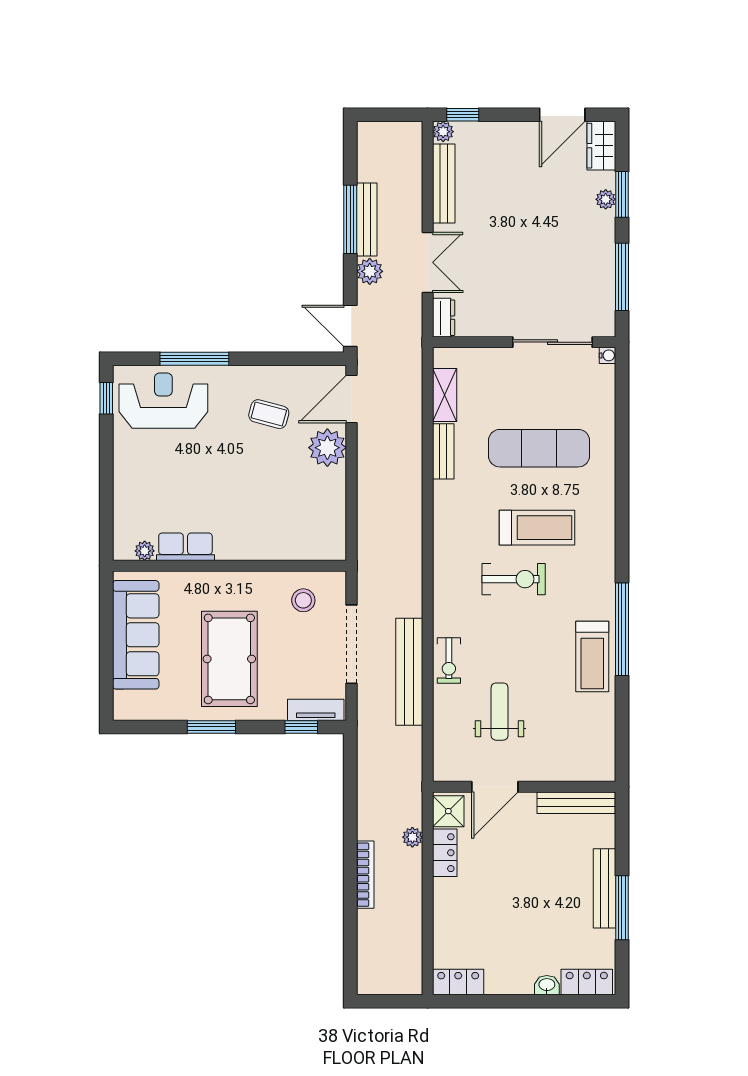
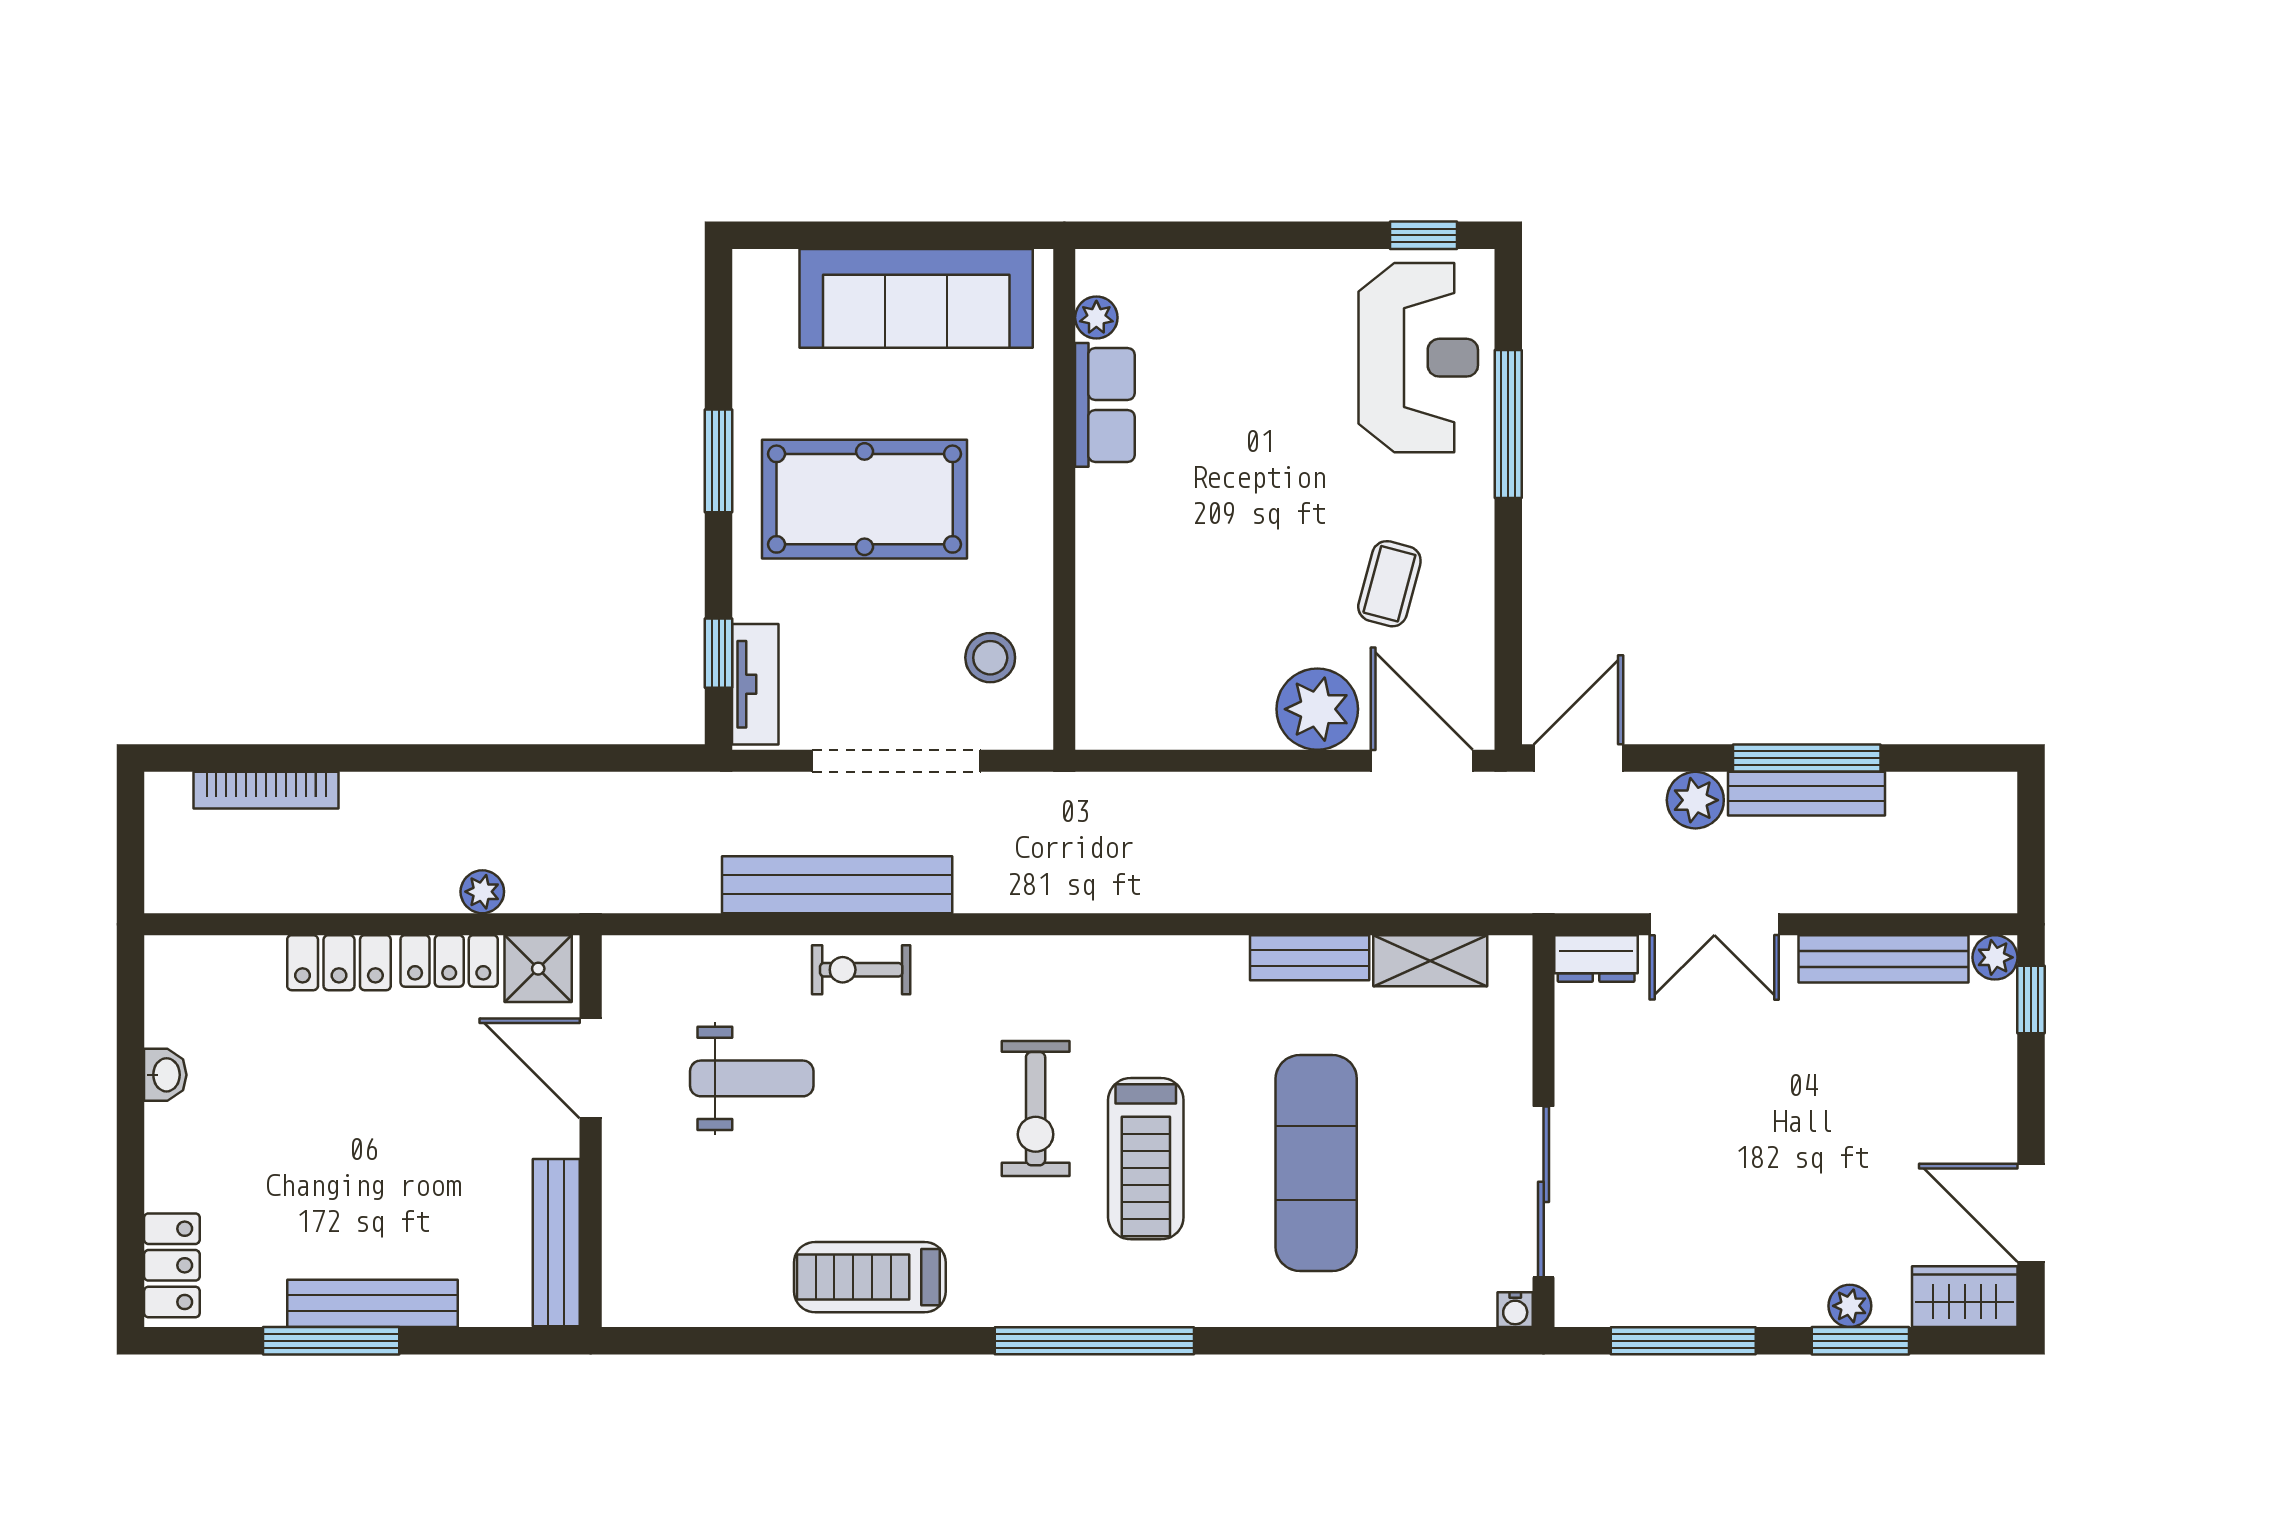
window: (622, 629) -> (1094, 1341), moved
bookcase: (365, 875) -> (266, 790), moved
locker: (458, 982) -> (339, 963), moved, turned 90
washbasin: (547, 985) -> (165, 1075), moved

